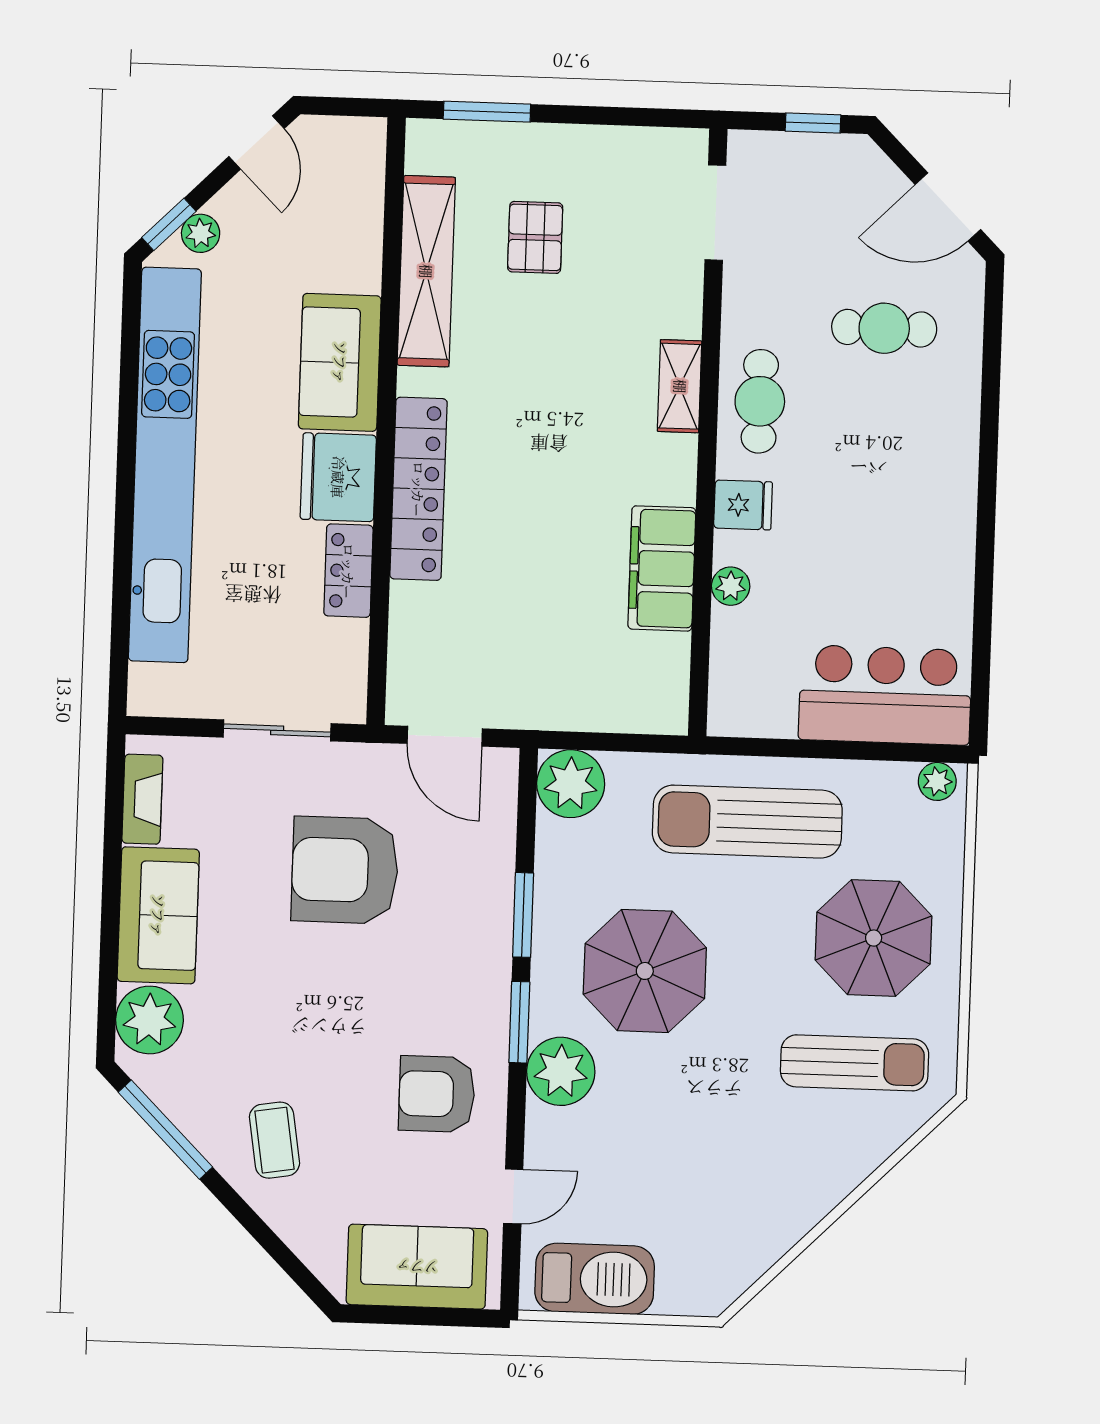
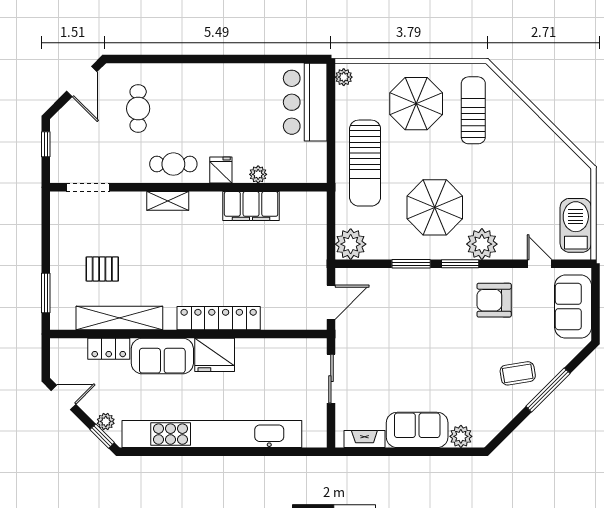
locker: (348, 571) -> (109, 349), moved
armchair: (345, 870) -> (394, 346), removed
plant: (149, 1020) -> (461, 436), width x0.73, depth x0.73
armchair: (437, 1094) -> (494, 300), turned 90
window: (165, 1130) -> (548, 390), moved

